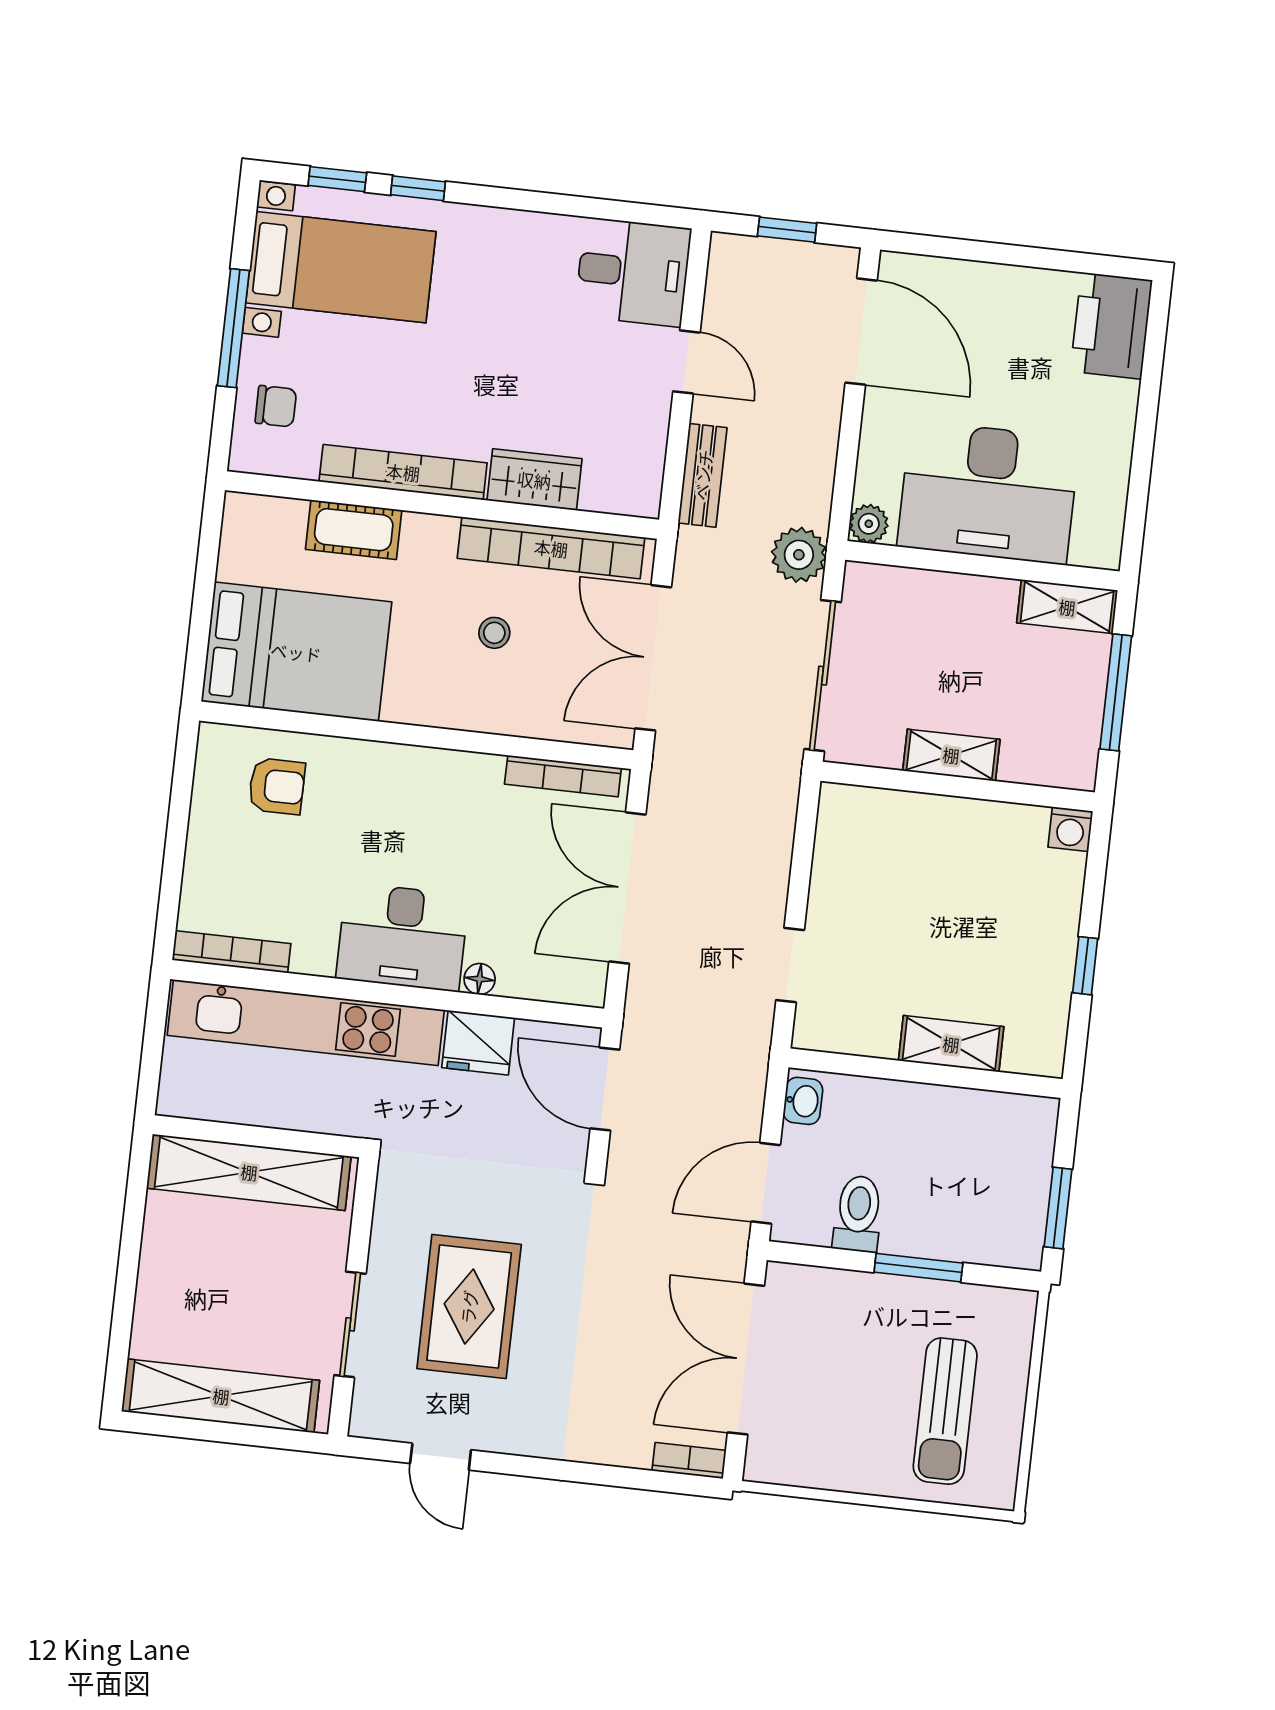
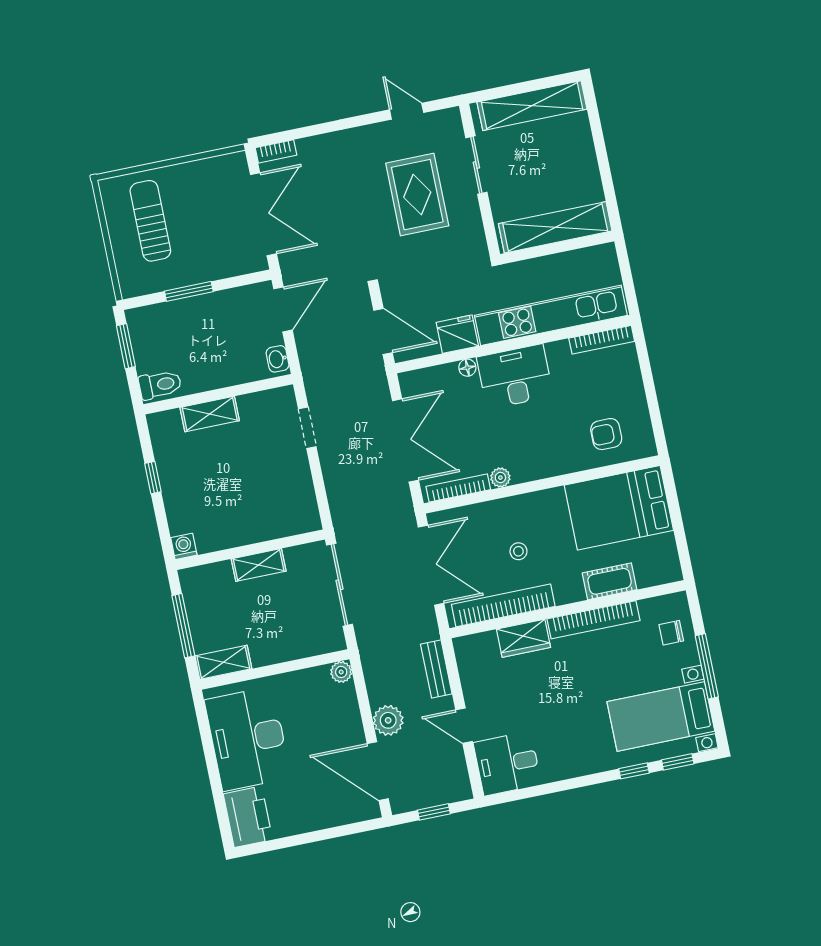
desk: (988, 492) -> (248, 739), moved, turned -90
plant: (799, 555) -> (388, 720), moved
plant: (484, 771) -> (500, 478), added
toilet: (858, 1214) -> (160, 385), moved, turned -90

